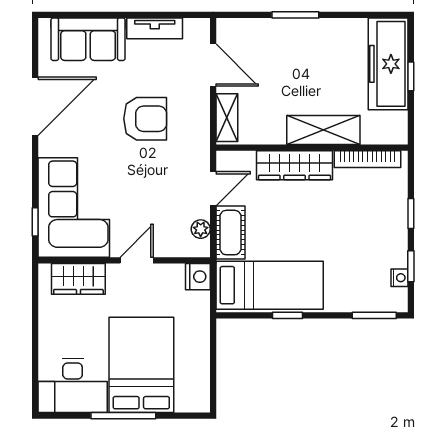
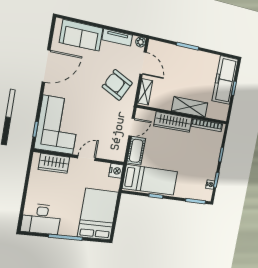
armchair: (145, 119) -> (117, 85), moved, turned -153
plant: (201, 229) -> (141, 42), moved
bed: (141, 365) -> (98, 214), moved

